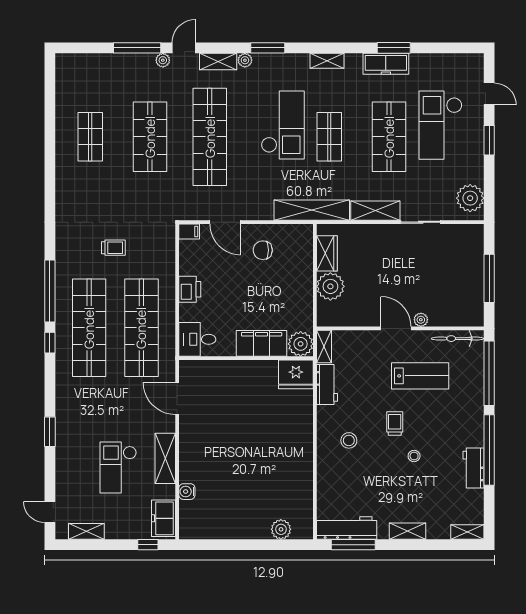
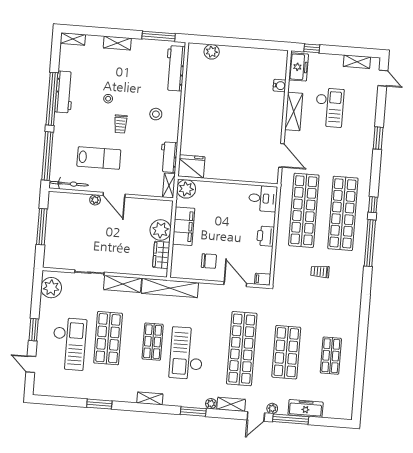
freezer: (386, 64) -> (306, 408), moved
filing cabinet: (262, 343) -> (184, 226), moved, turned -90
lab bench: (420, 376) -> (99, 158), turned 180
workbench: (473, 468) -> (64, 92), width x1.38
workbench: (347, 528) -> (175, 68), moved, turned 90

